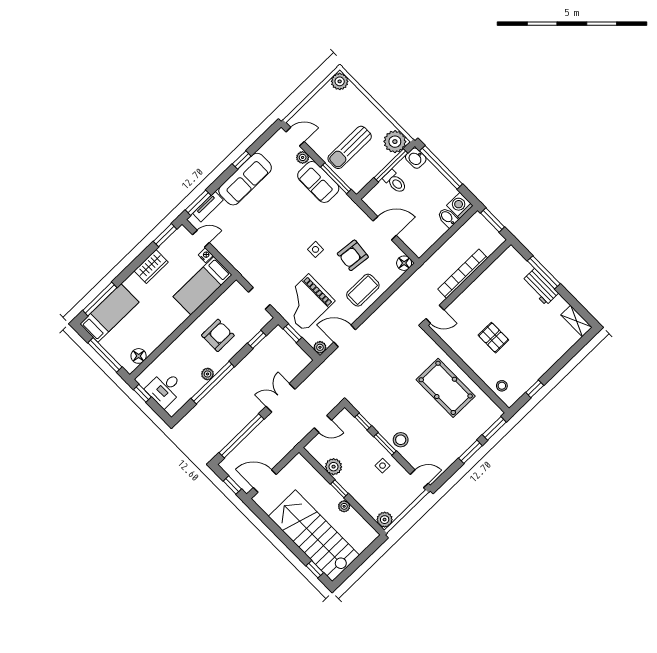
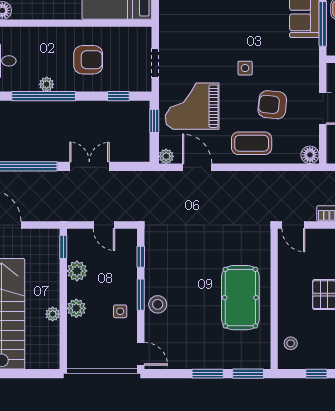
window: (339, 489) -> (63, 247), moved
plant: (385, 520) -> (76, 308), moved

